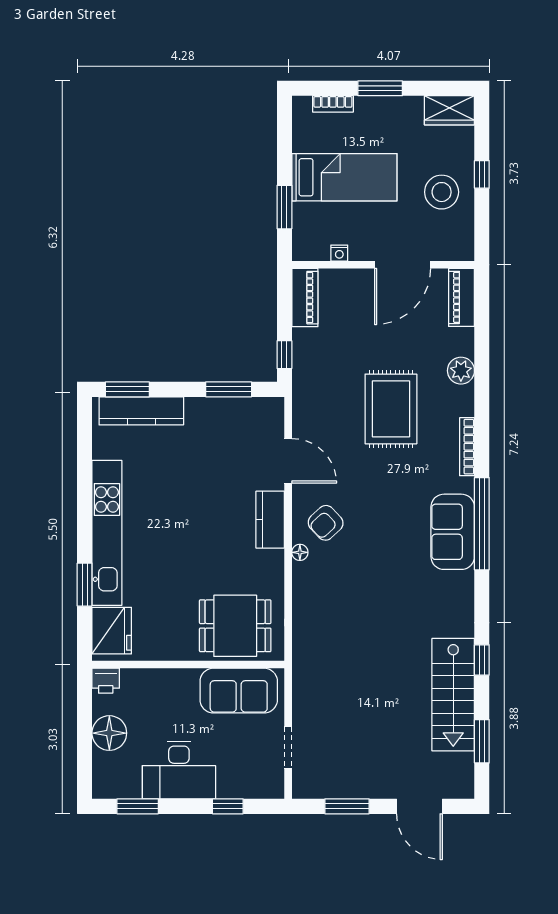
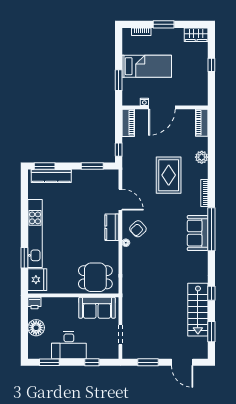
stool: (442, 192) -> (192, 73), removed
door: (403, 265) -> (162, 107), moved

